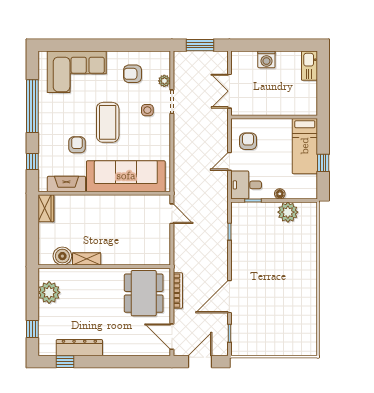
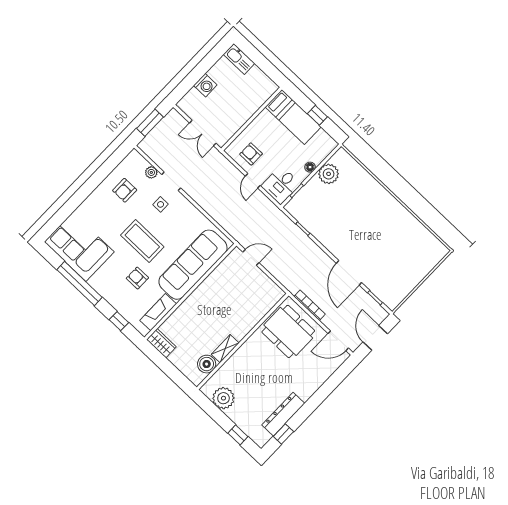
corner sofa: (77, 72) -> (79, 247), moved, turned -90

